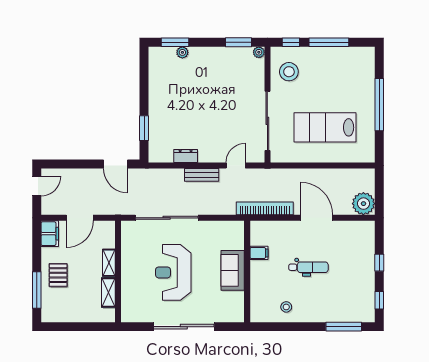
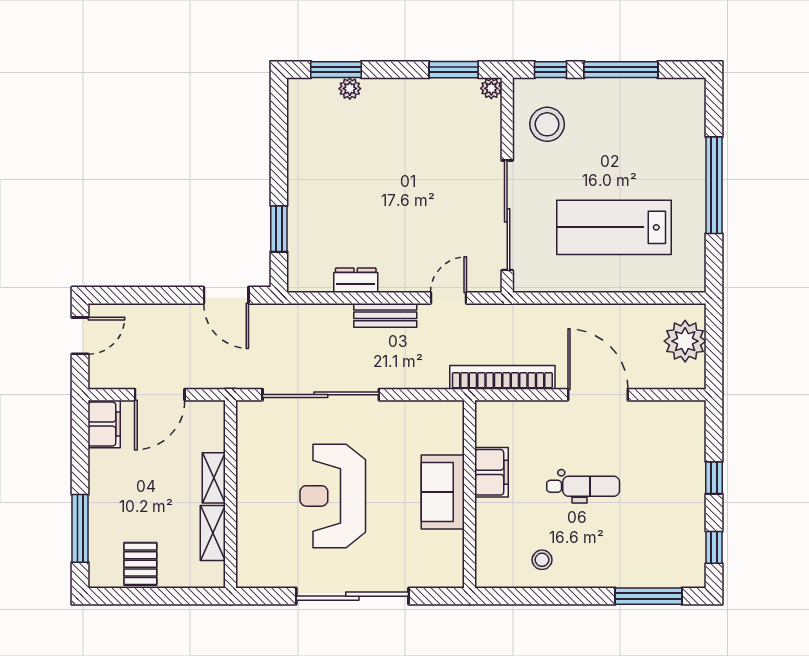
plant: (363, 204) -> (685, 341), moved
filing cabinet: (259, 253) -> (492, 472), width x2.00
pallet: (58, 275) -> (140, 564), moved

